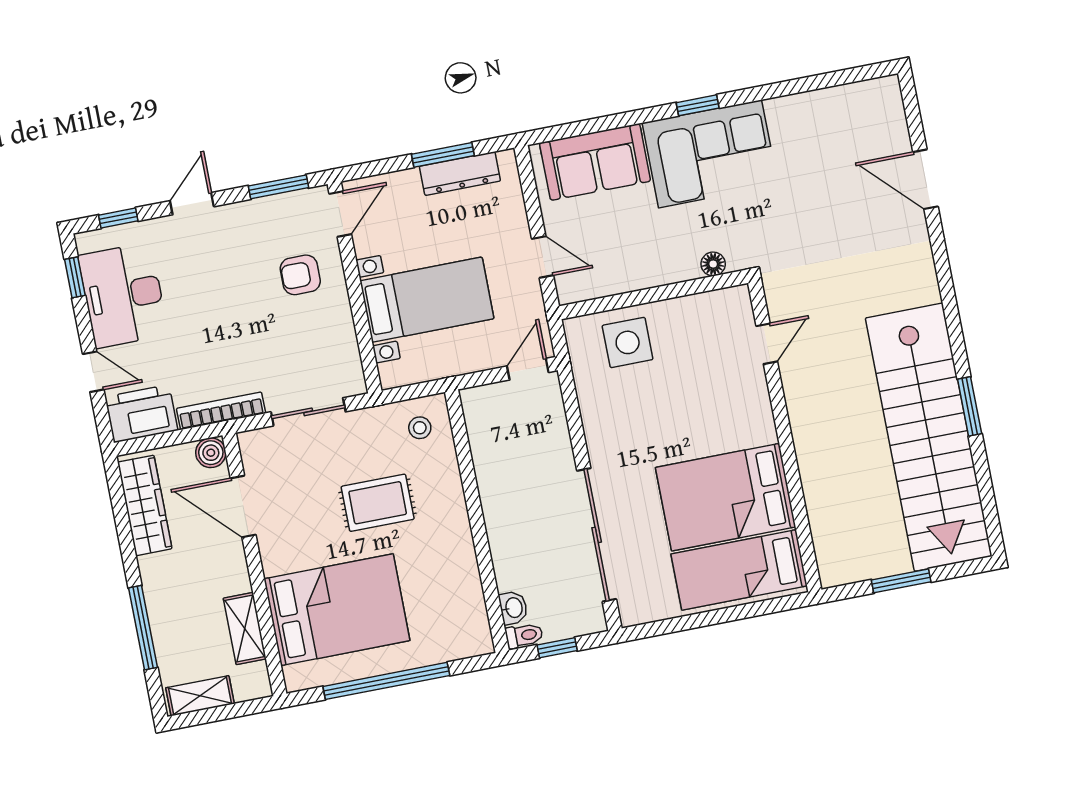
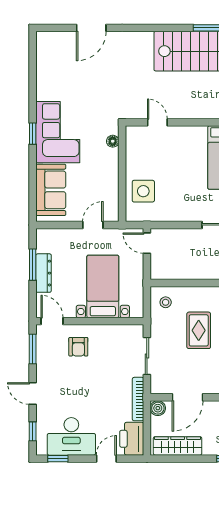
dresser: (460, 174) -> (44, 273), moved

